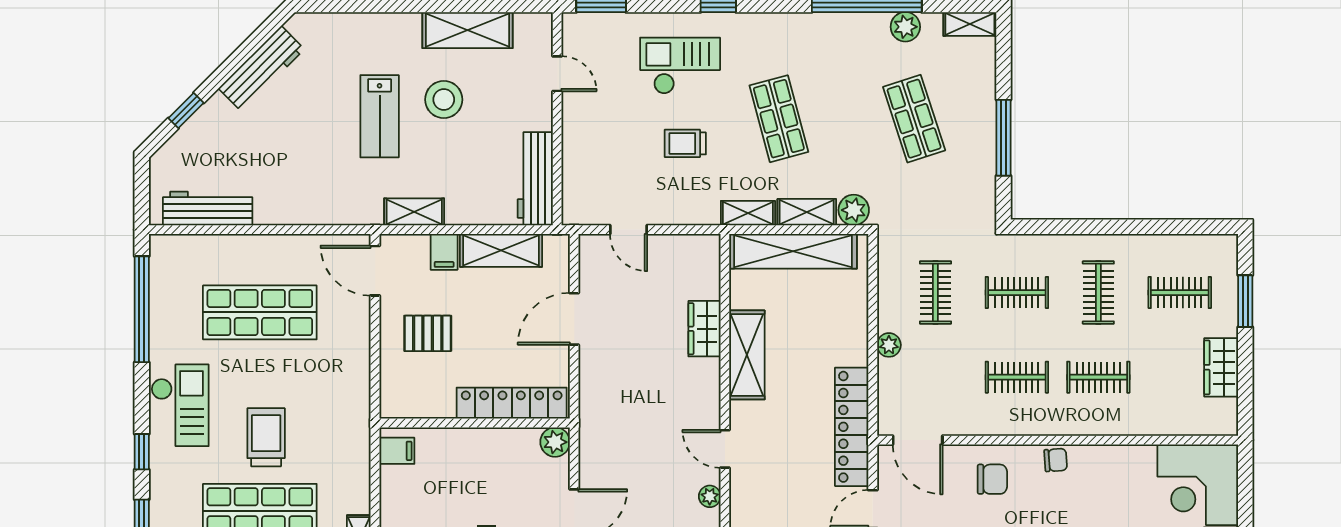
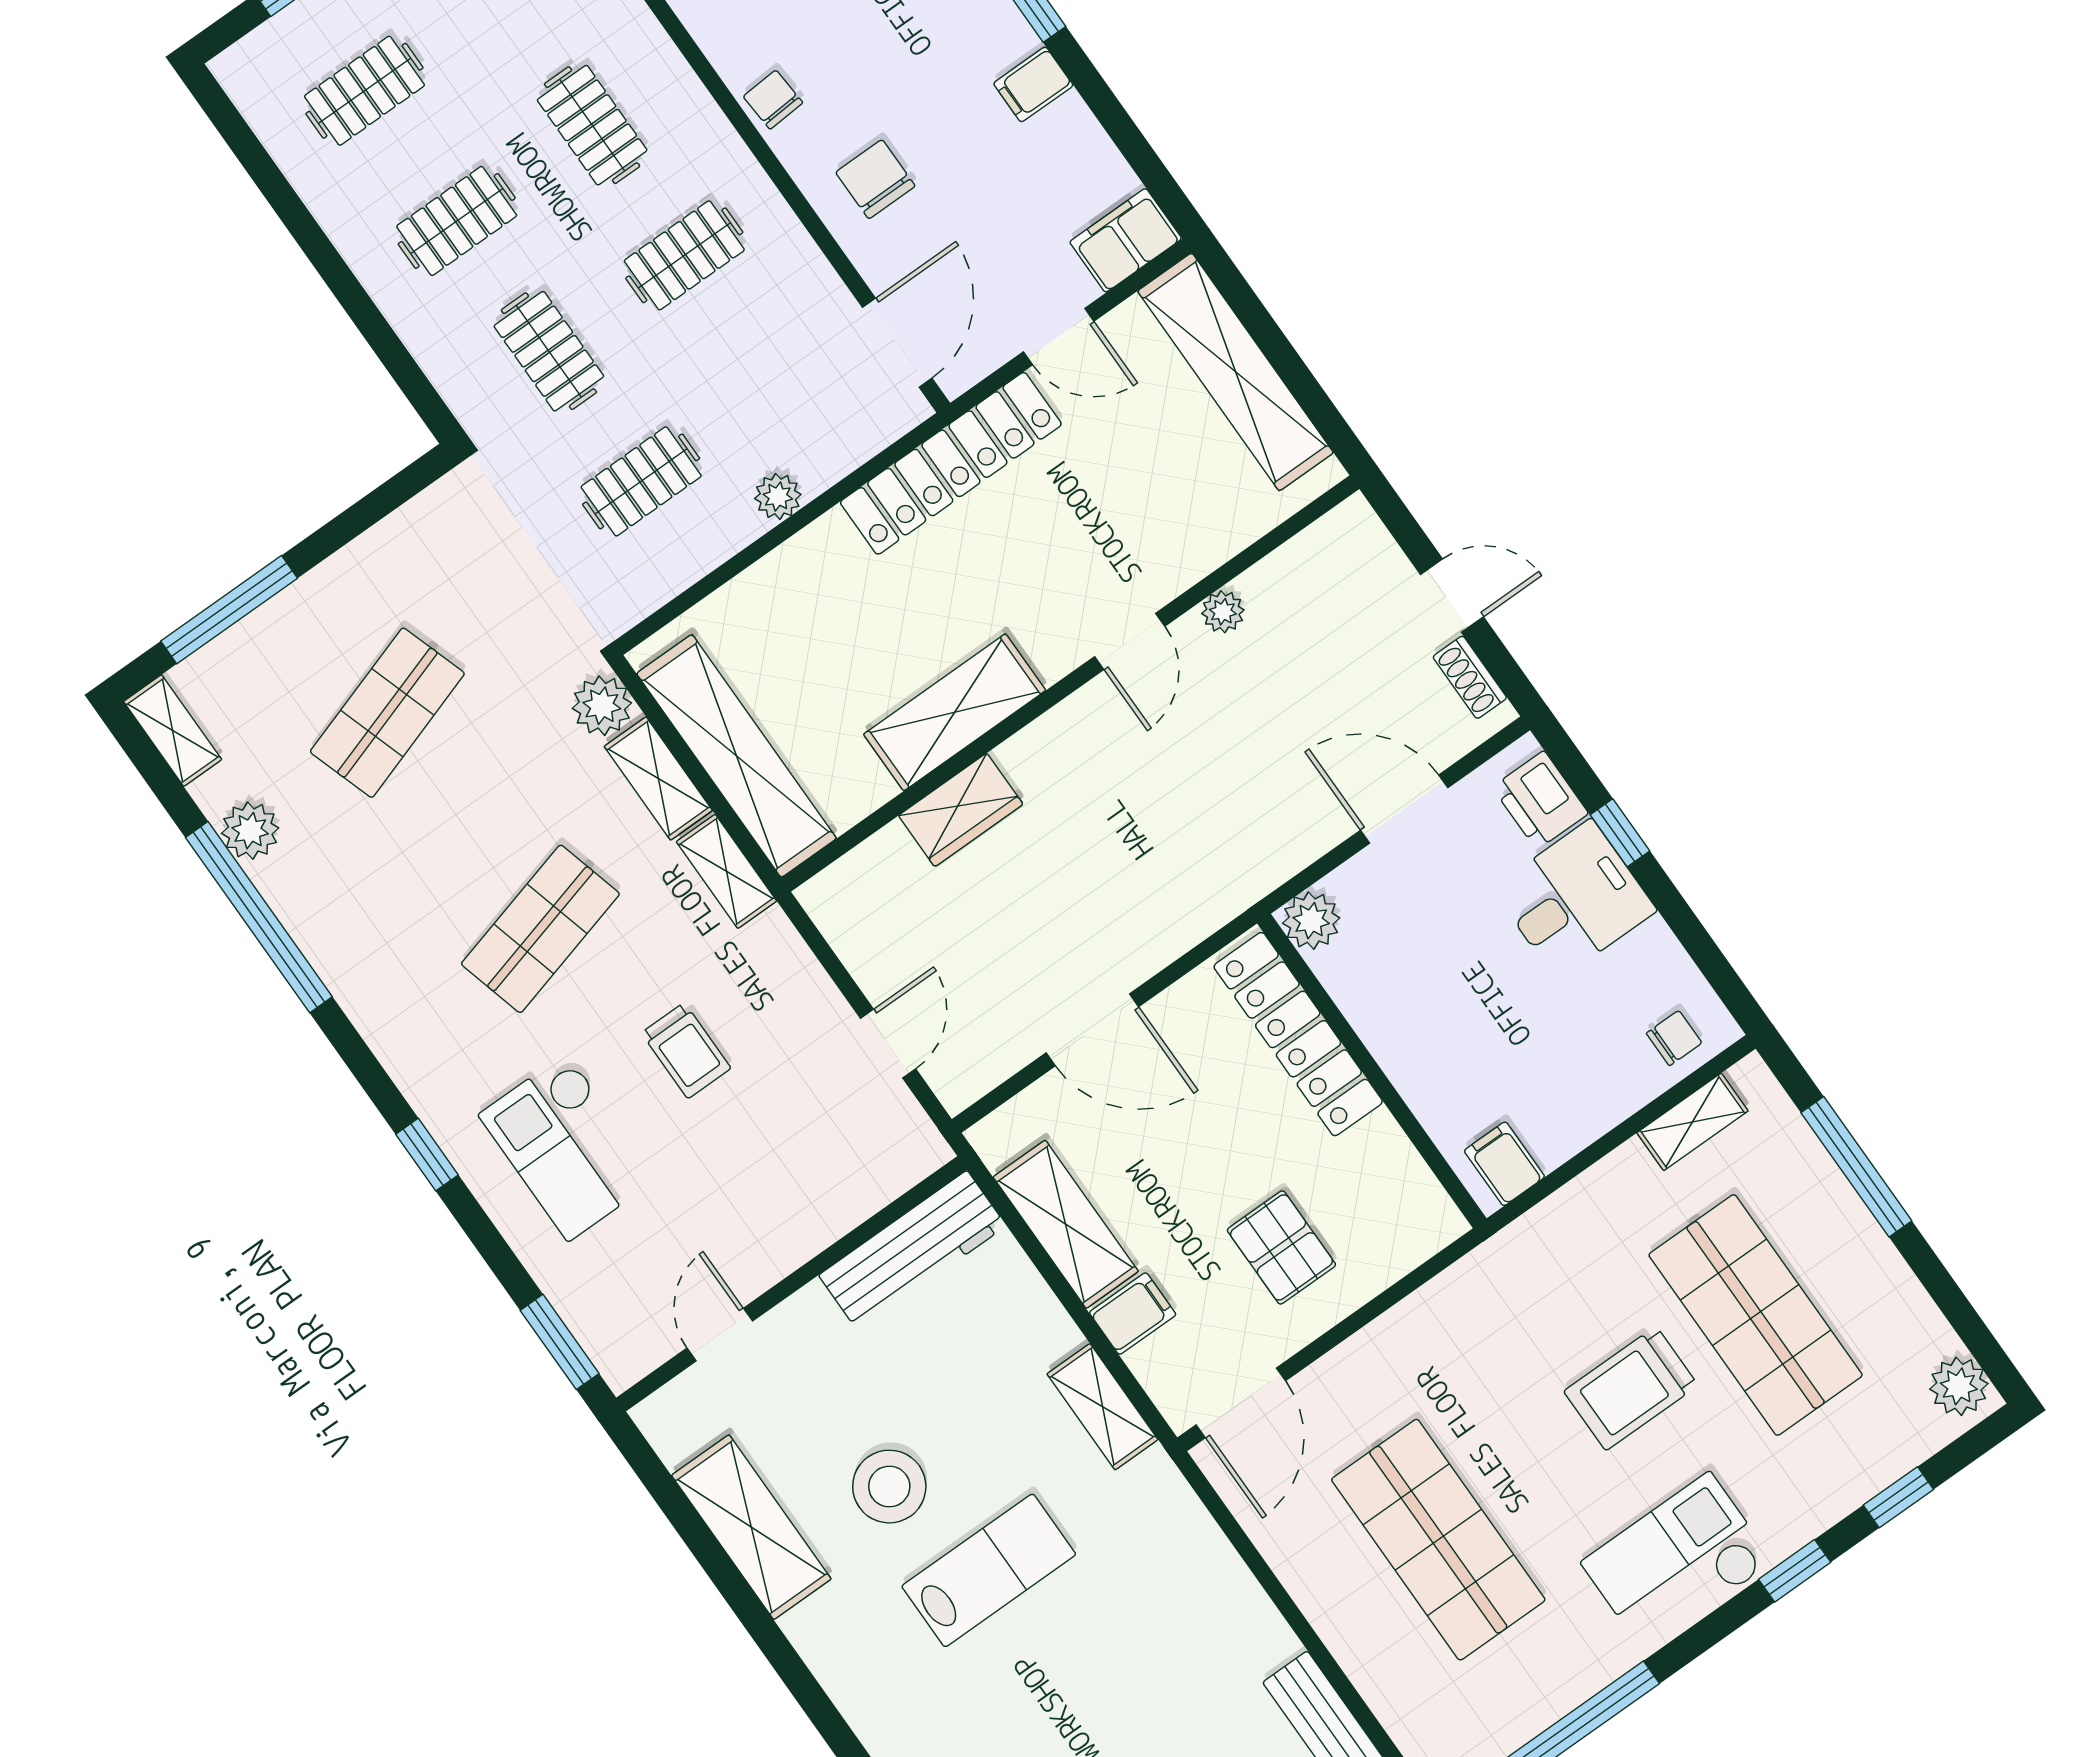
window: (1004, 138) -> (229, 610), moved
clothes rail: (1180, 293) -> (364, 91), turned 90
clothes rail: (1017, 377) -> (684, 255), turned 90

